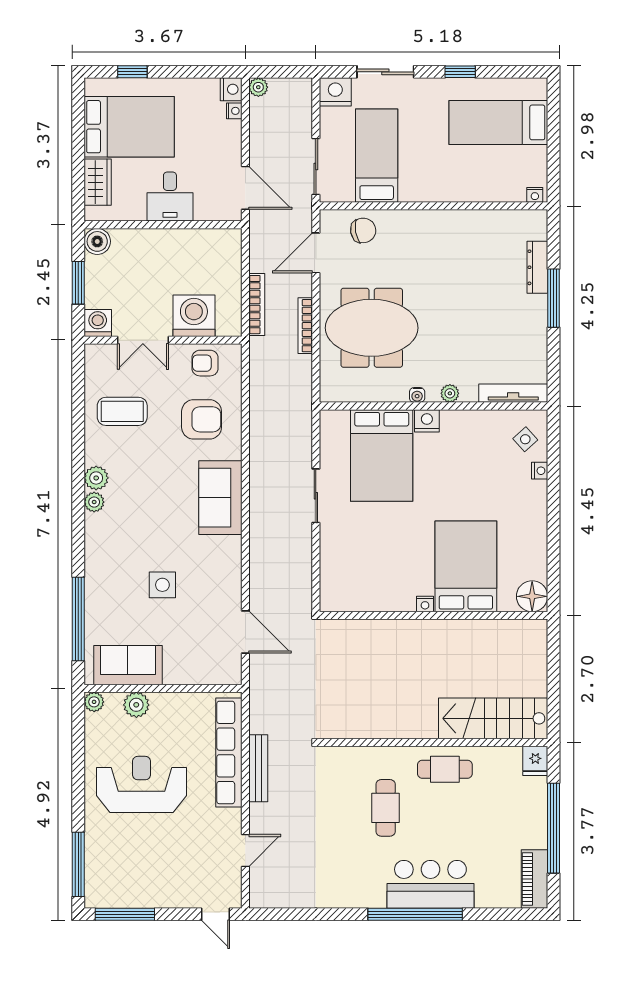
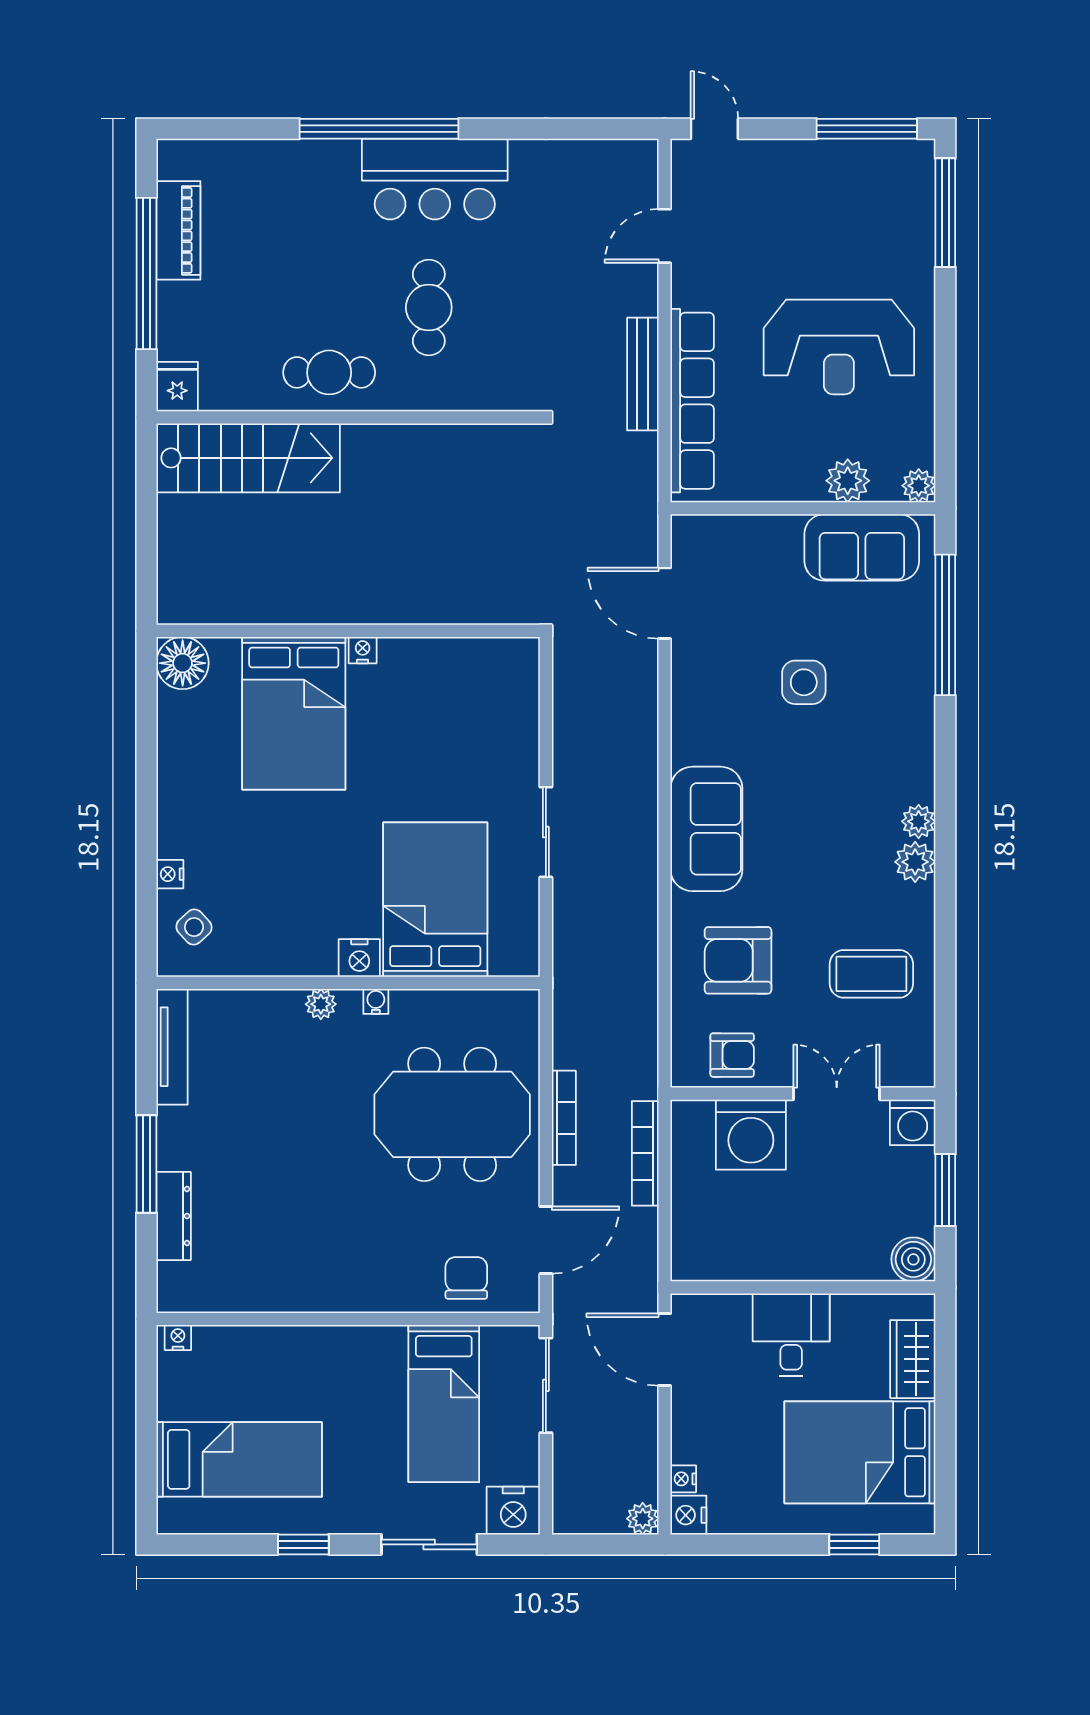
chair: (363, 230) -> (466, 1278), turned 100
tv unit: (513, 393) -> (172, 1047), moved, turned -90
piano: (535, 879) -> (178, 230), moved
bar counter: (430, 884) -> (435, 179), moved

